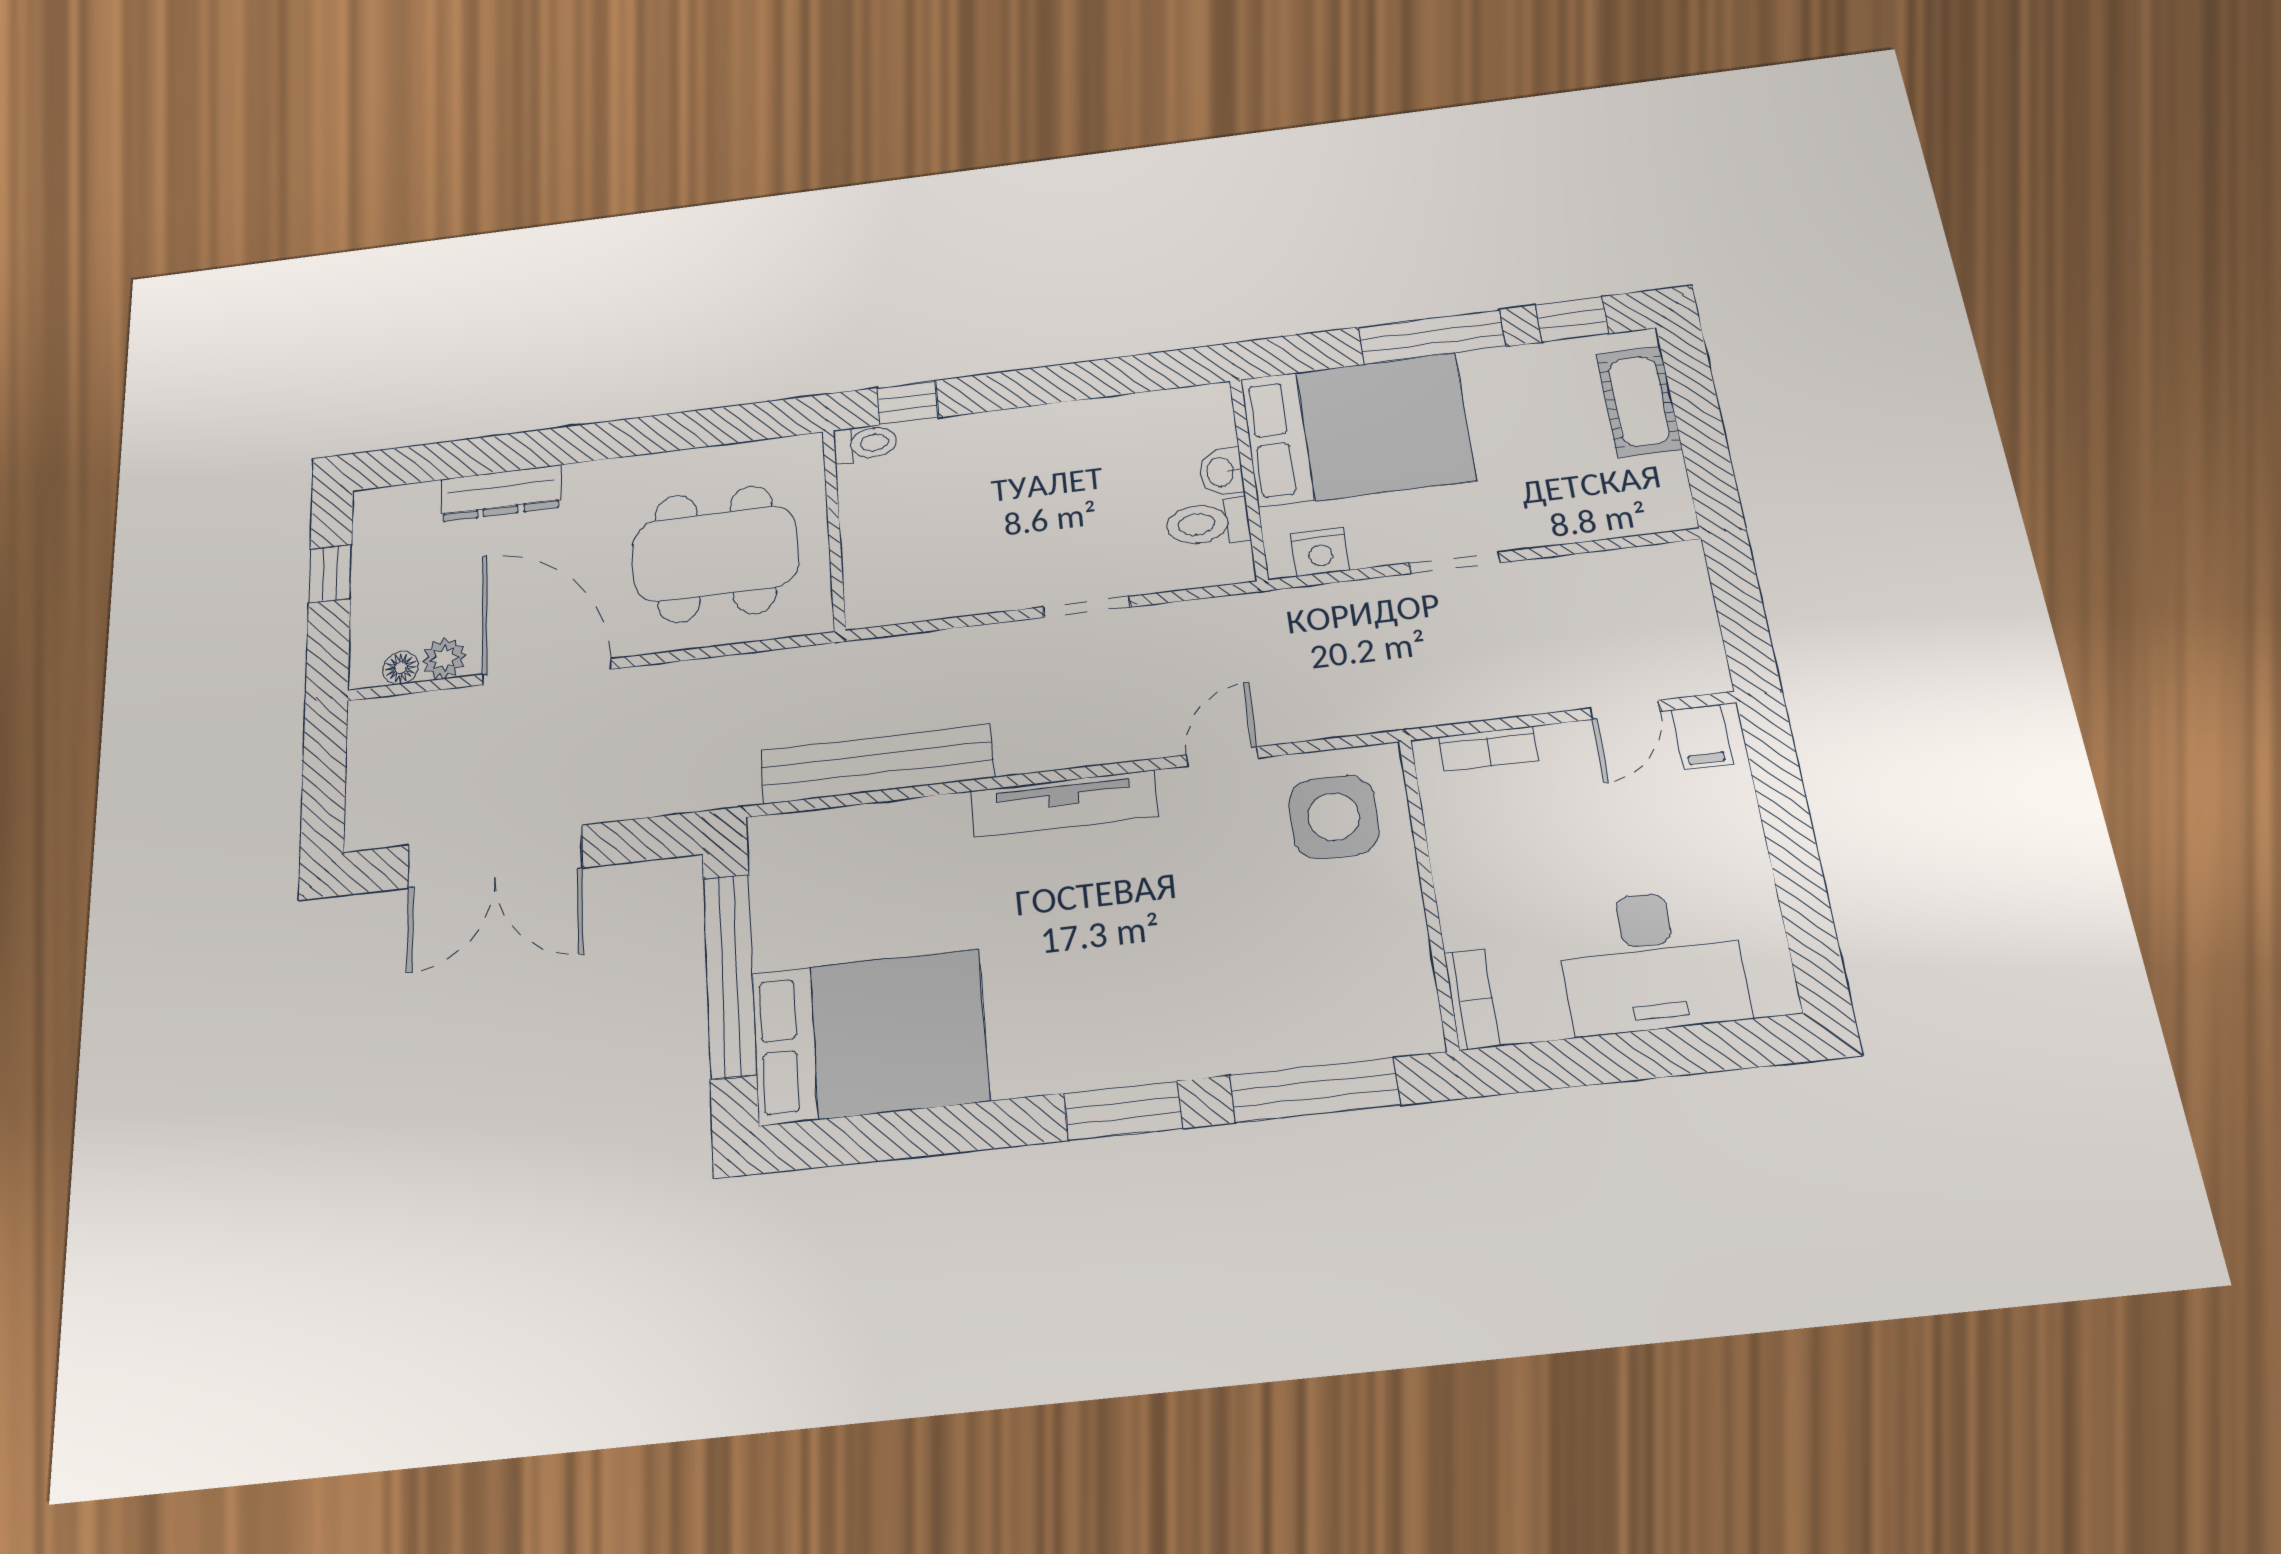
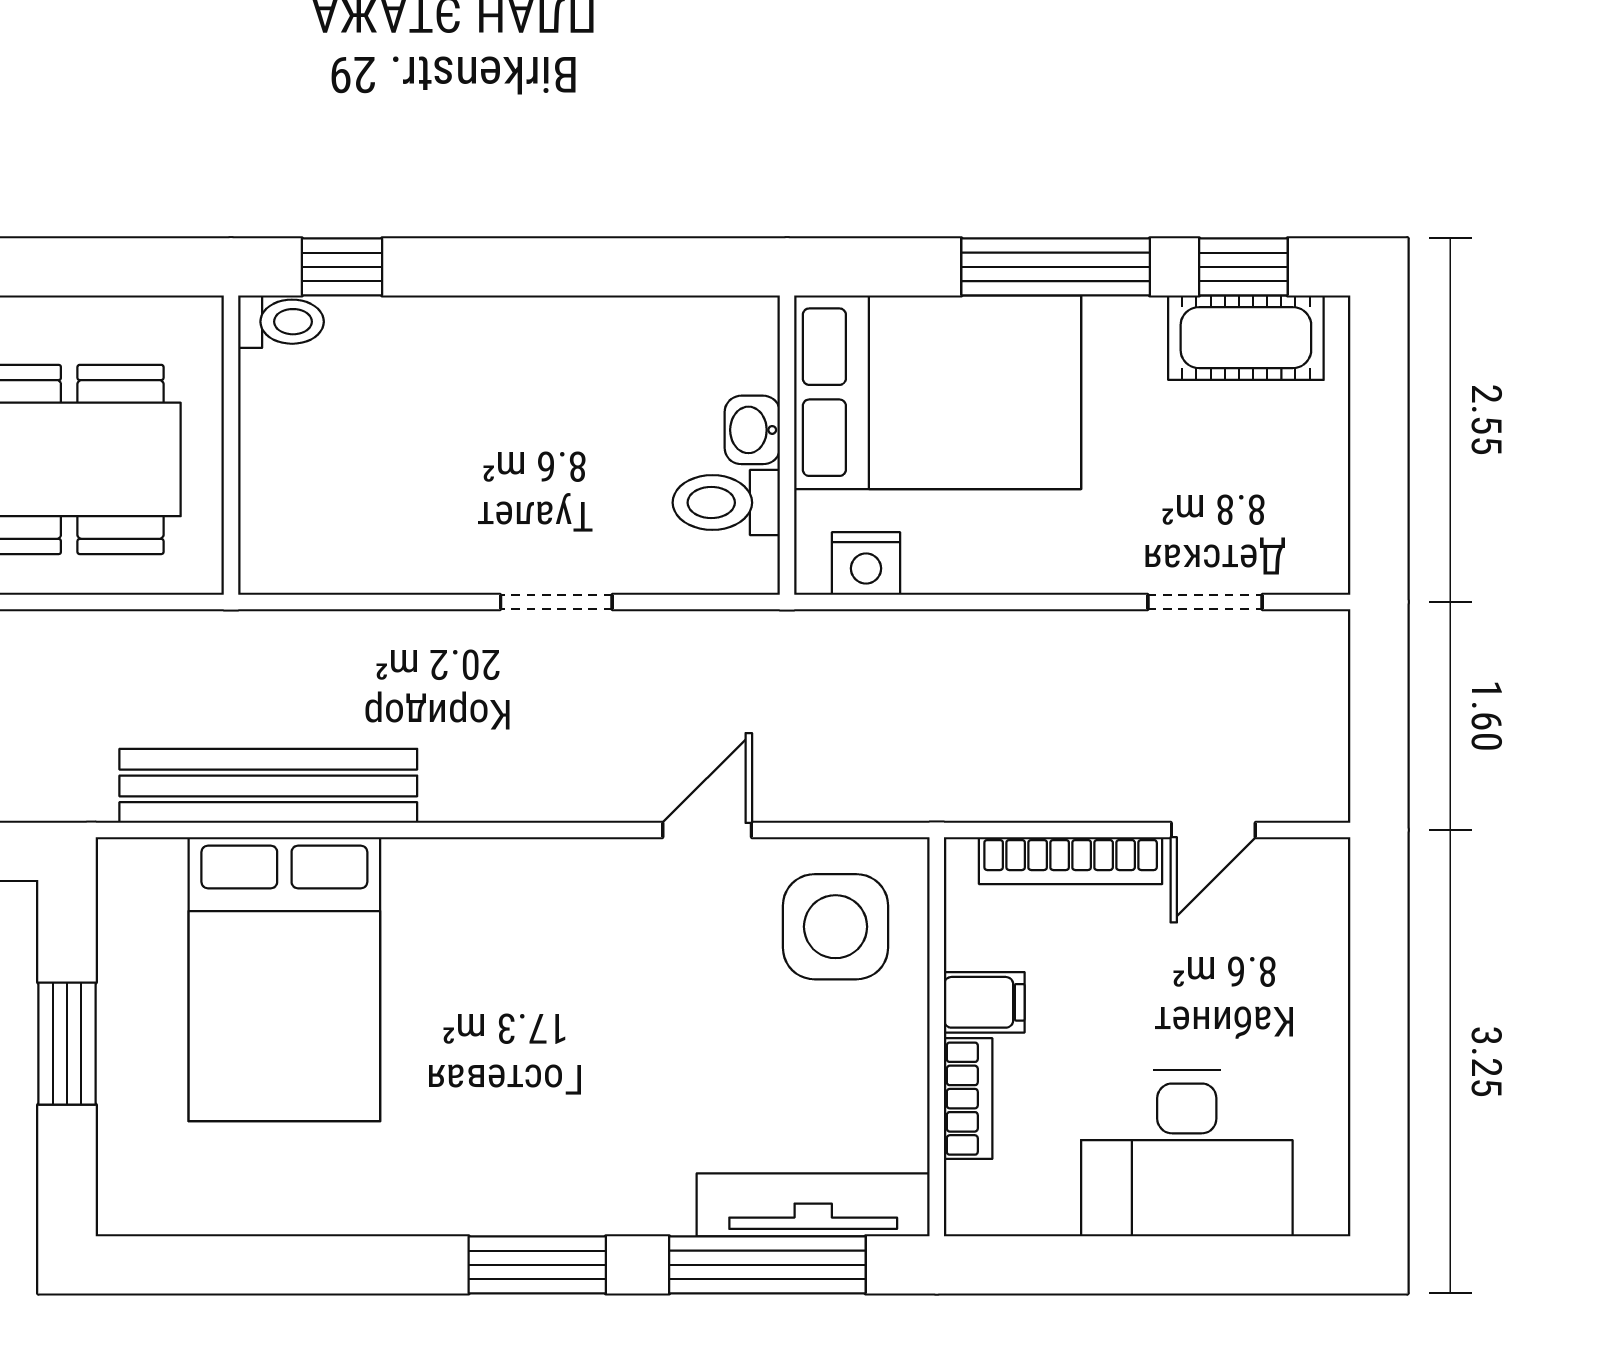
cot: (1639, 401) -> (1246, 338), moved, turned 90
doorway: (1455, 563) -> (1205, 602), moved
filing cabinet: (1702, 737) -> (984, 1002), moved, turned -90
bookcase: (1488, 749) -> (1071, 861), width x1.56
tv unit: (1064, 804) -> (813, 1205), moved, turned 180
window: (730, 976) -> (67, 1044), width x0.47
bookcase: (1472, 999) -> (968, 1099), moved
bed: (870, 1037) -> (284, 979), moved, turned 90

